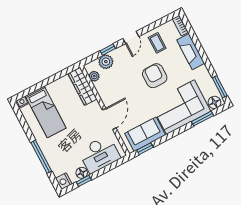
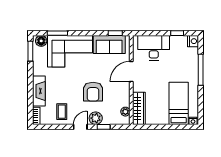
plant: (106, 62) -> (96, 118), moved
armchair: (155, 76) -> (93, 92), moved
floor lamp: (82, 173) -> (175, 40), removed

